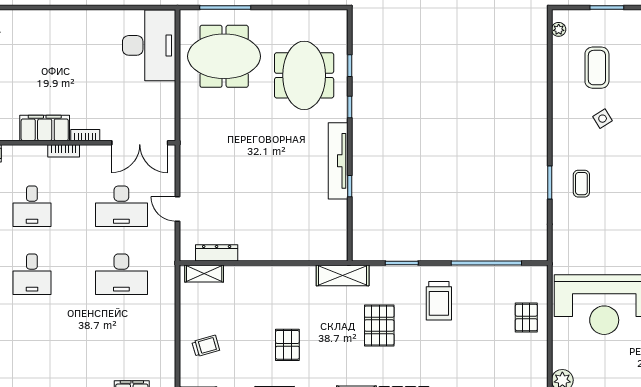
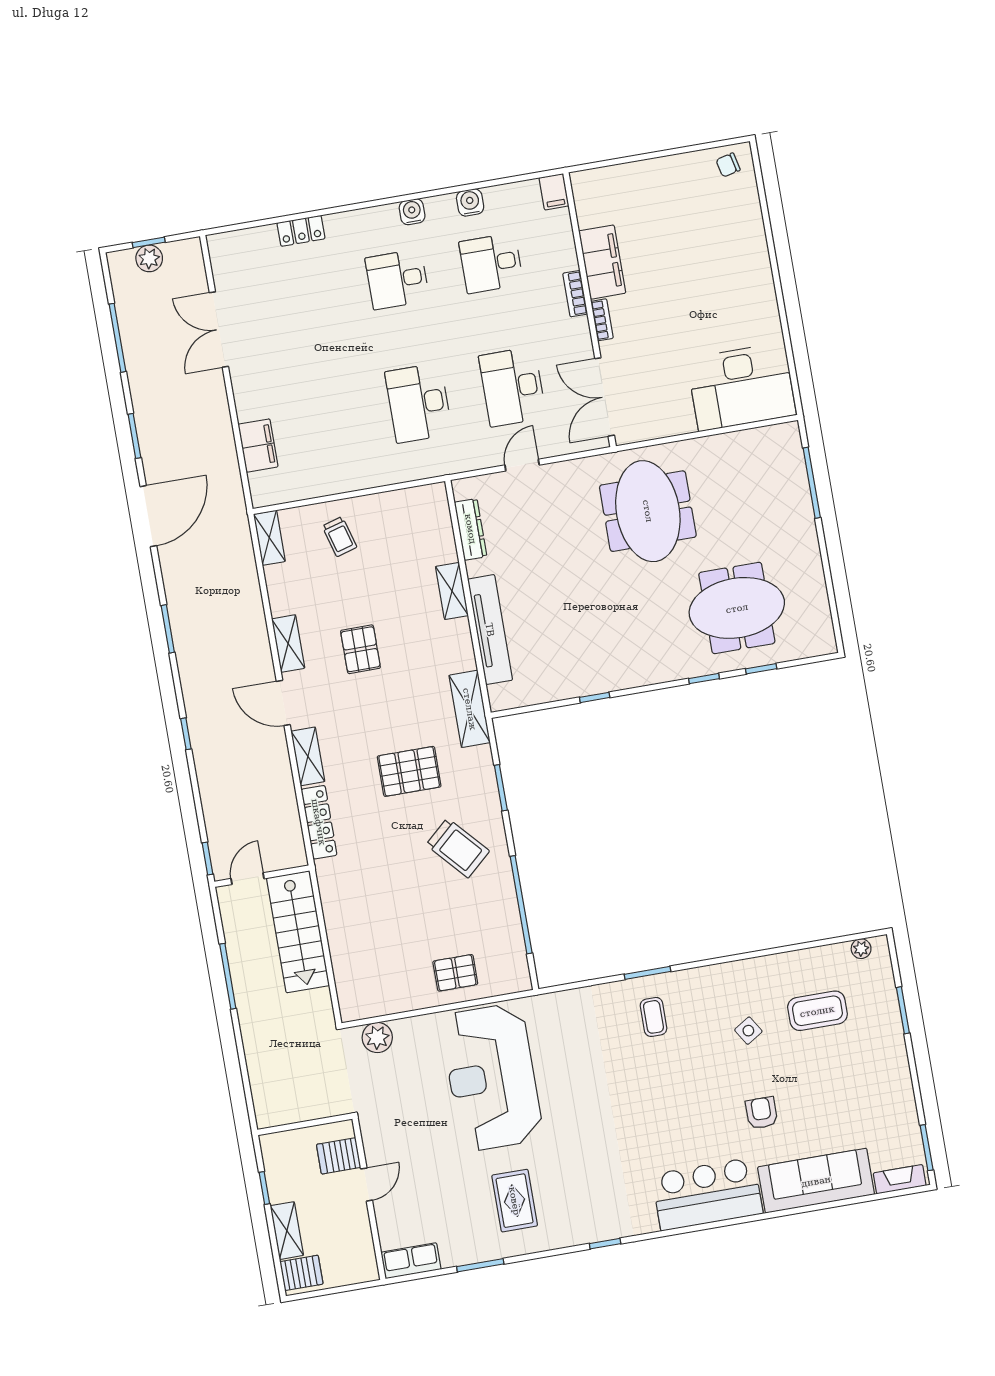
meeting table: (224, 56) -> (648, 511), moved
tv unit: (338, 161) -> (490, 630), moved, turned 90
coffee table: (581, 184) -> (653, 1017), turned 90
shelving: (204, 274) -> (452, 591), moved
trolley: (439, 301) -> (458, 848), turned -132
pallet: (287, 345) -> (360, 649), turned 90

